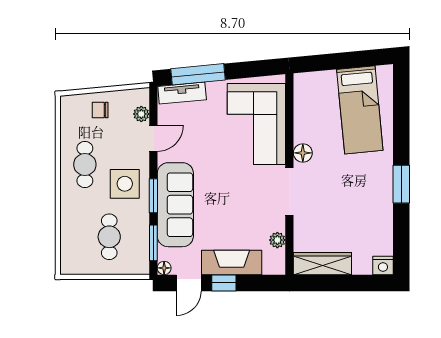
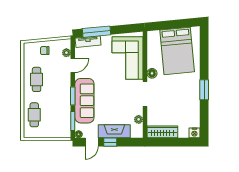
bed: (360, 110) -> (177, 51), width x1.50
side table: (125, 184) -> (58, 90), removed
cafe table: (109, 237) -> (34, 115), moved

